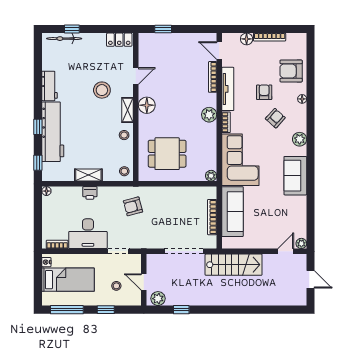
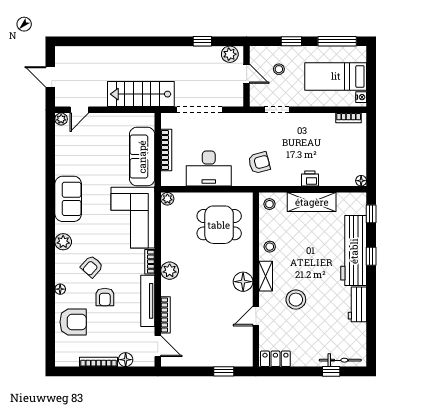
shelving: (88, 175) -> (312, 202), width x1.50, depth x1.33
desk: (88, 234) -> (209, 168), moved, turned 180

